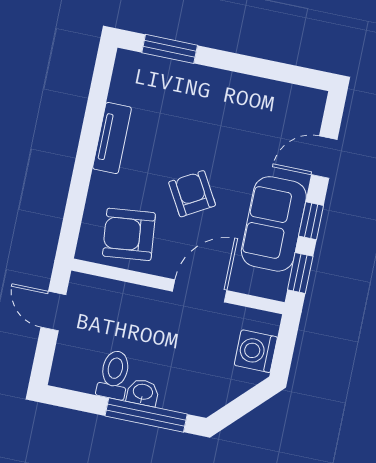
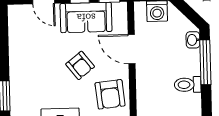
armchair: (192, 194) -> (80, 65), turned -98
washbasin: (143, 392) -> (193, 40), moved

